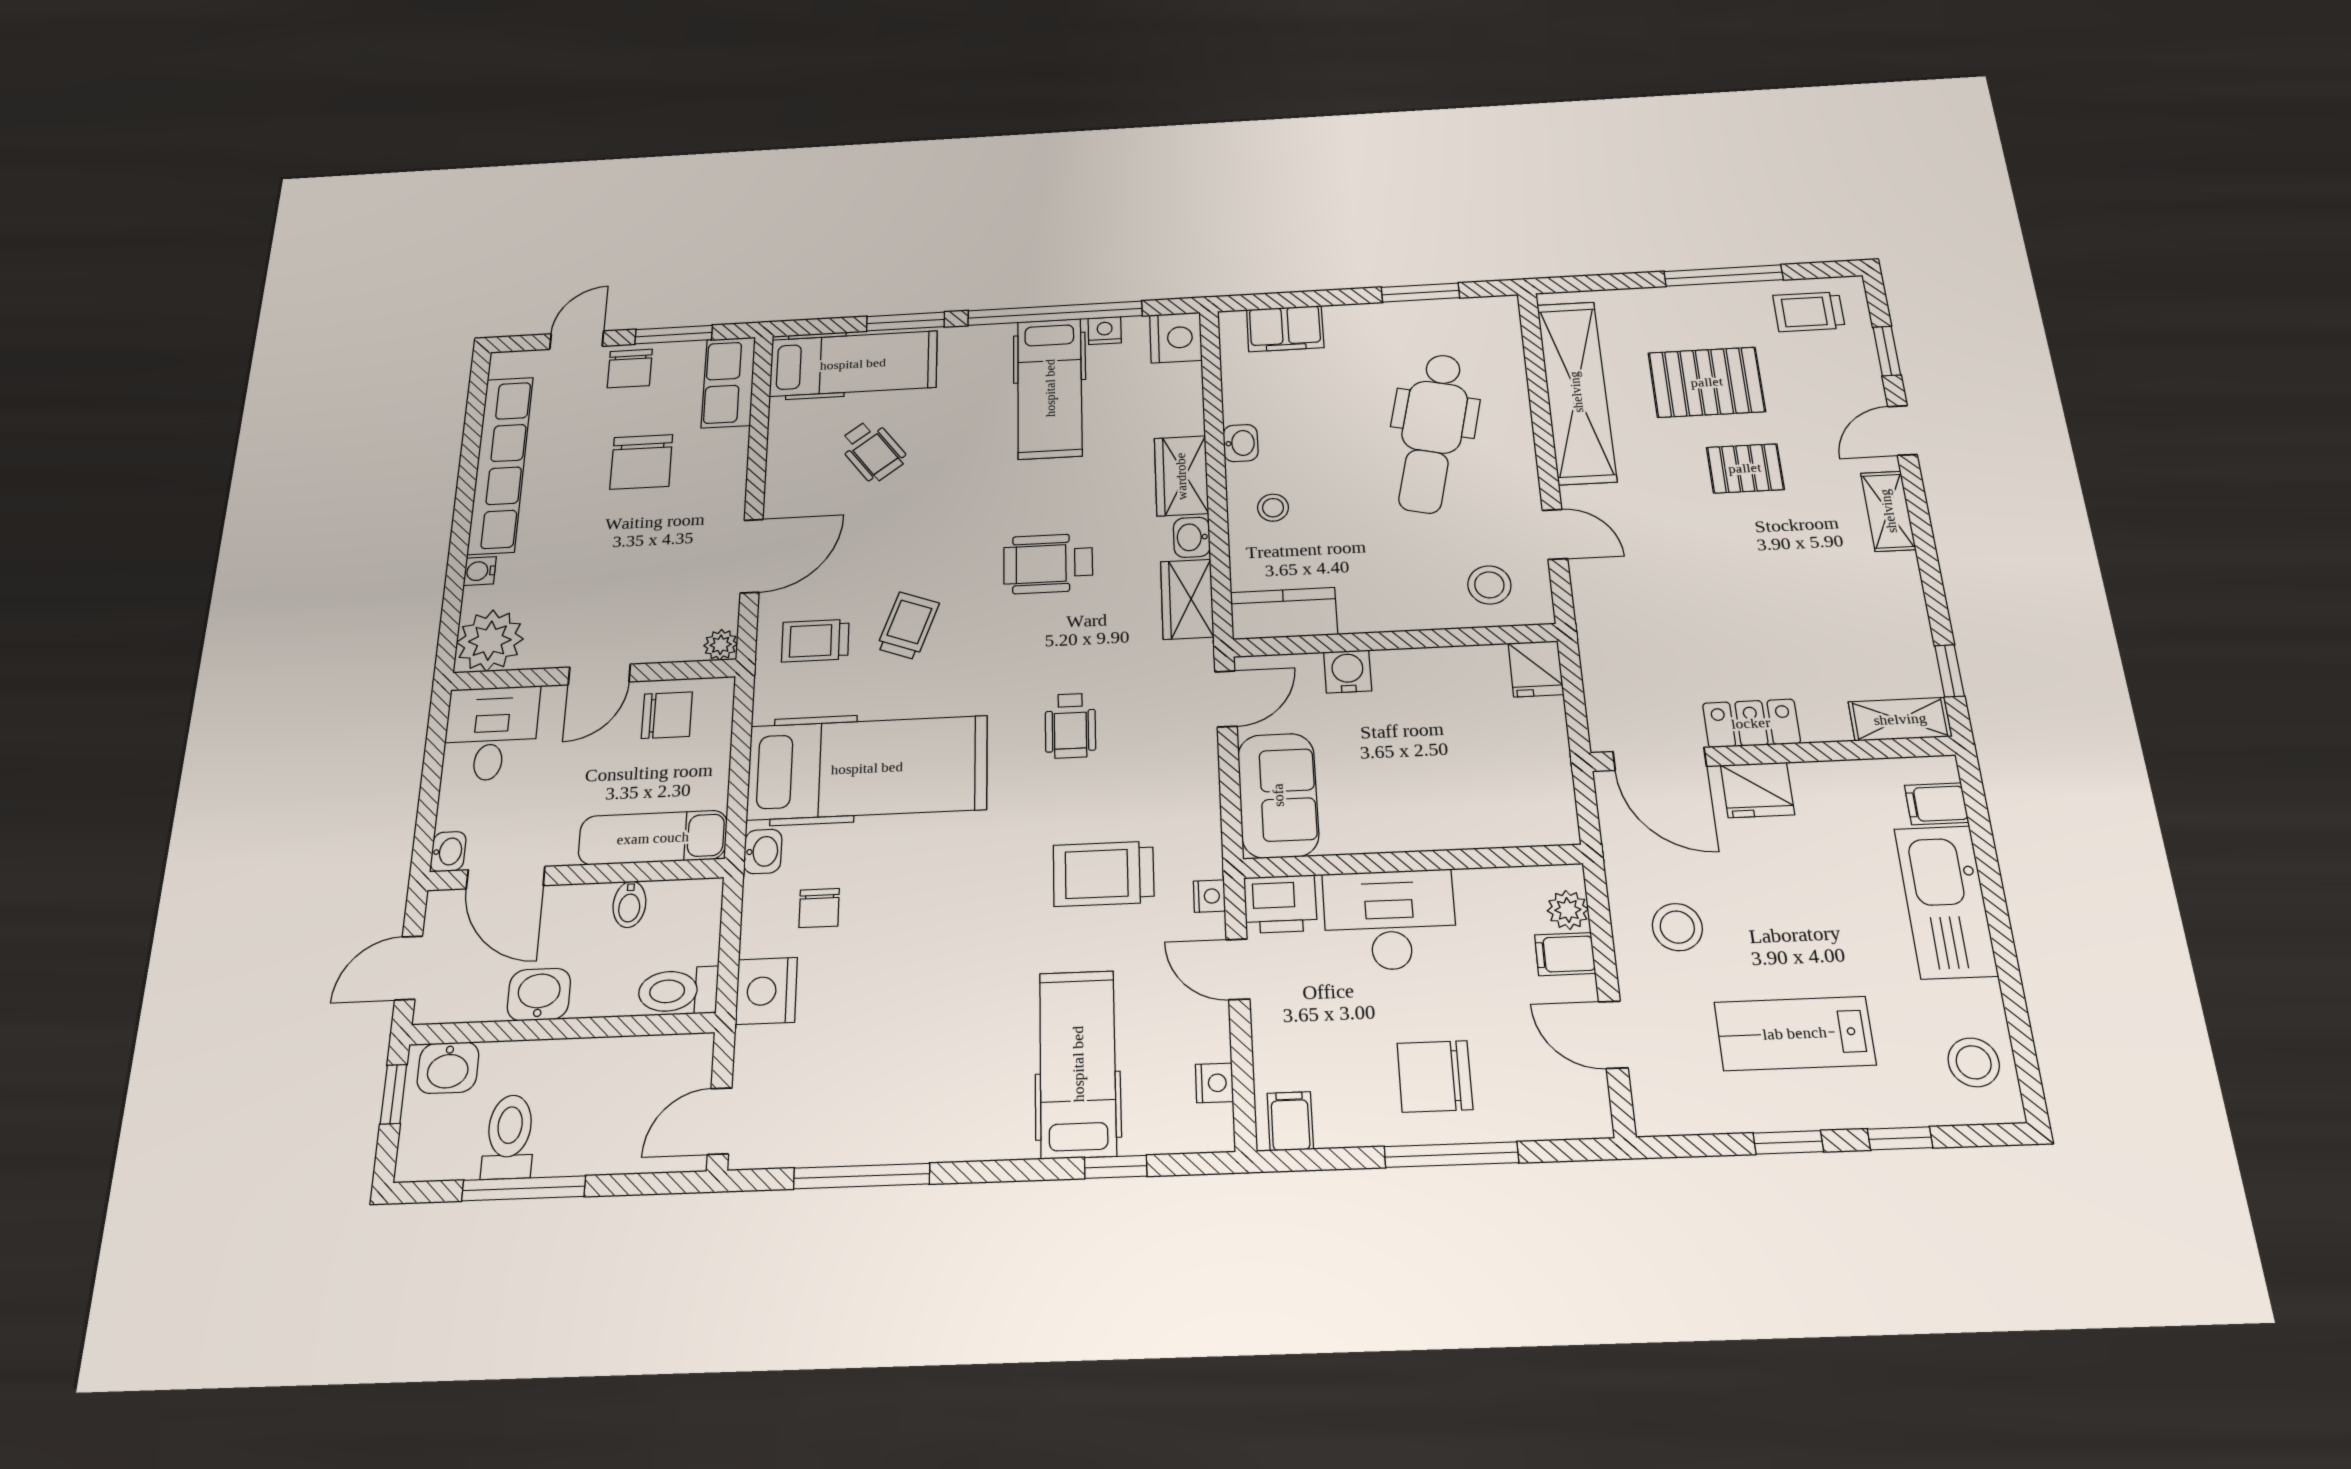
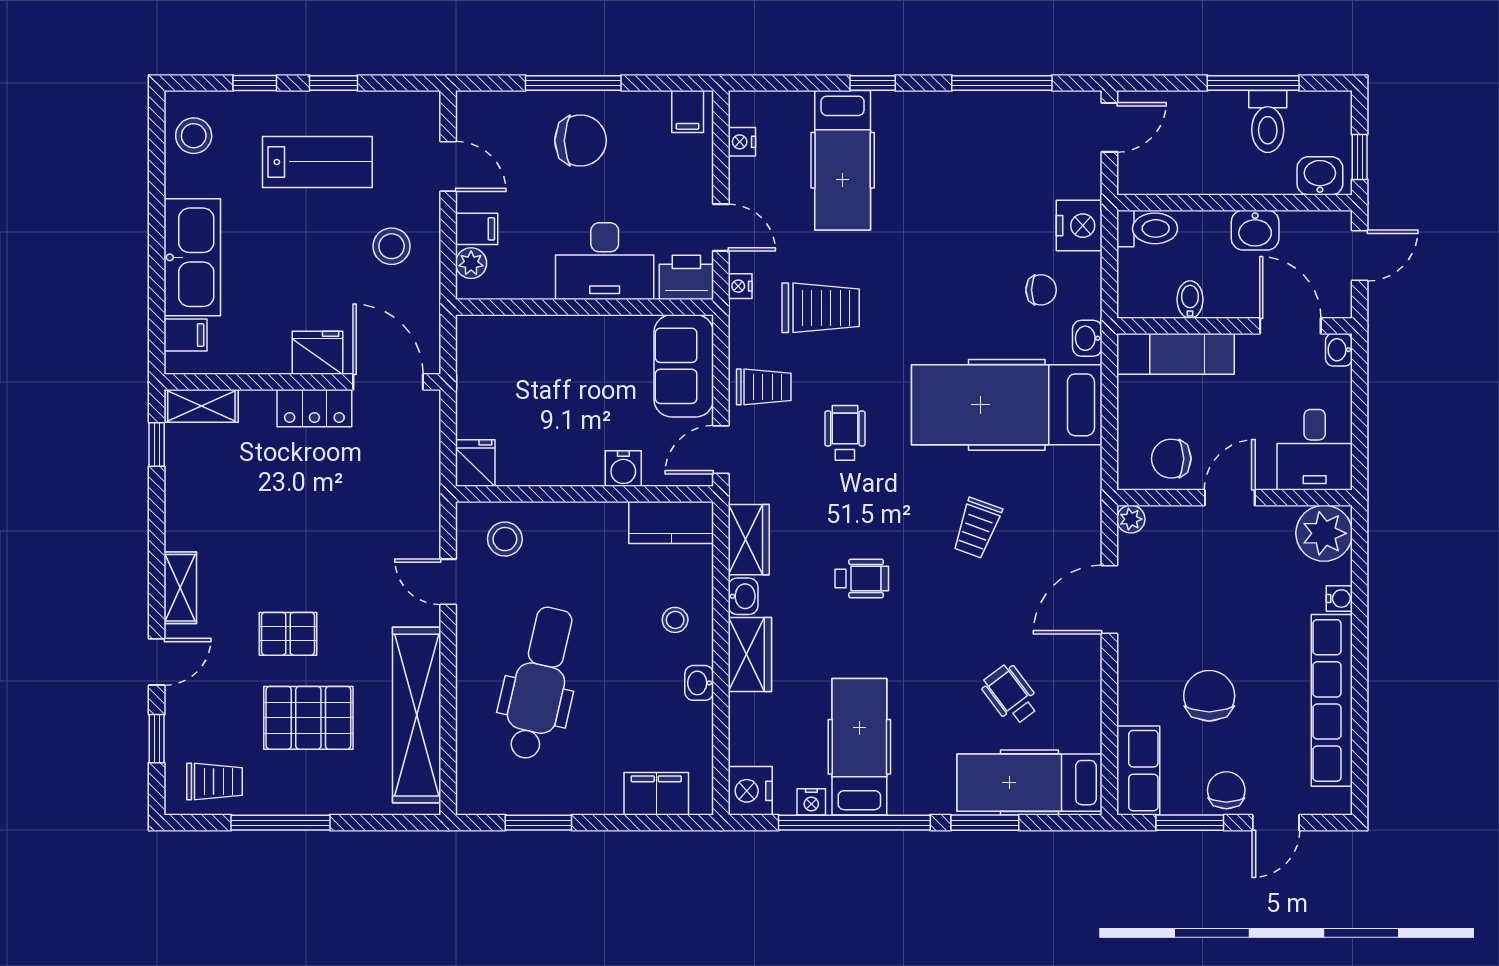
wheelchair: (1048, 564) -> (862, 579), width x0.73, depth x0.73
trolley: (815, 641) -> (764, 387), moved
chair: (819, 908) -> (1041, 290), turned 90
window: (1116, 1167) -> (873, 83), moved

